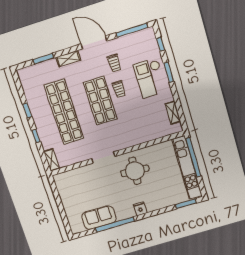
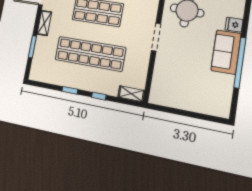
sofa: (99, 218) -> (226, 52), moved

